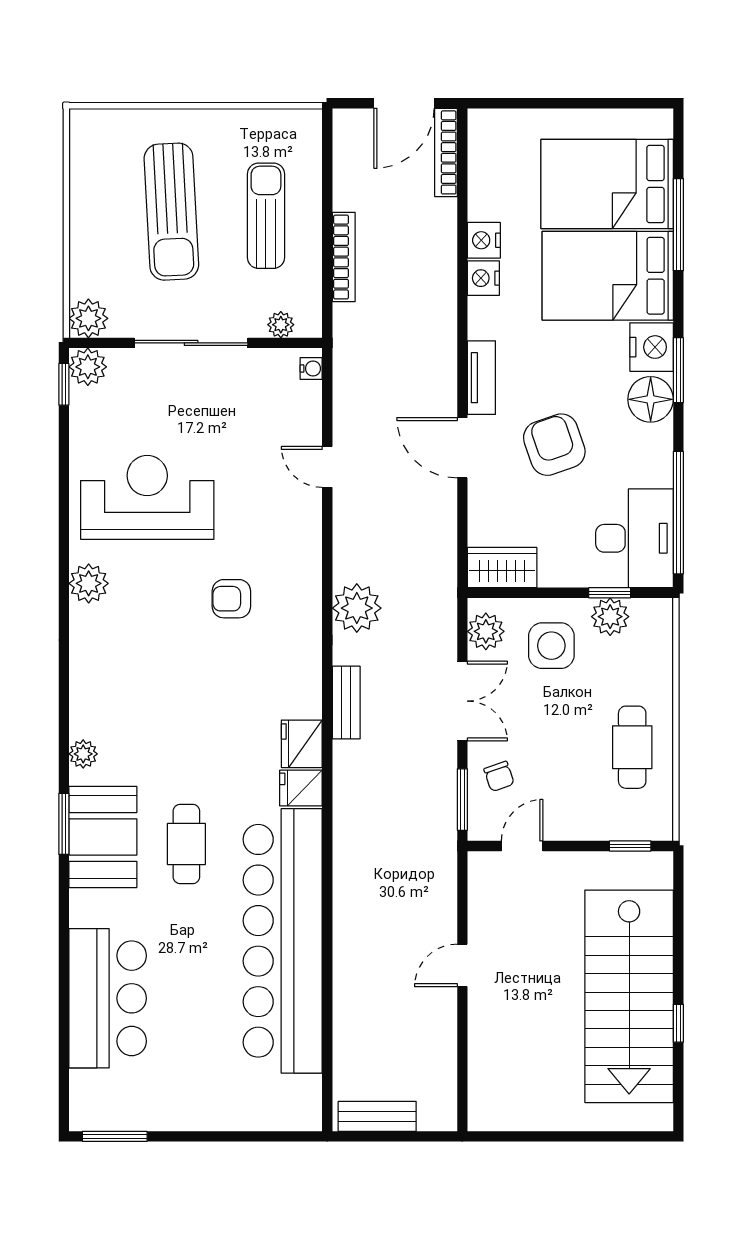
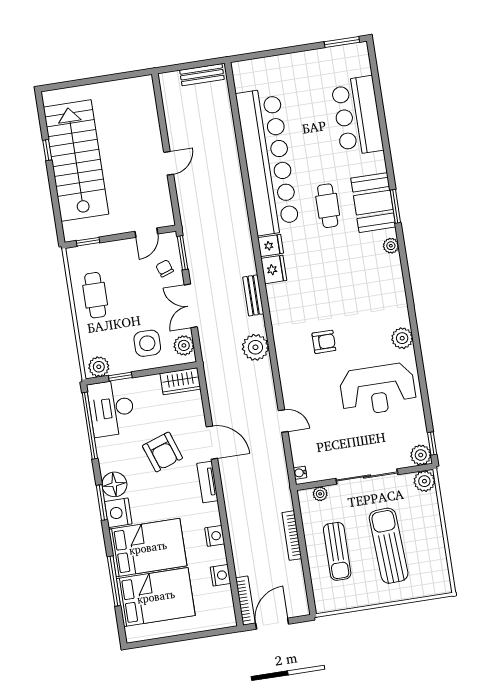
nightstand: (484, 240) -> (221, 575), moved
plant: (610, 617) -> (99, 367), moved

